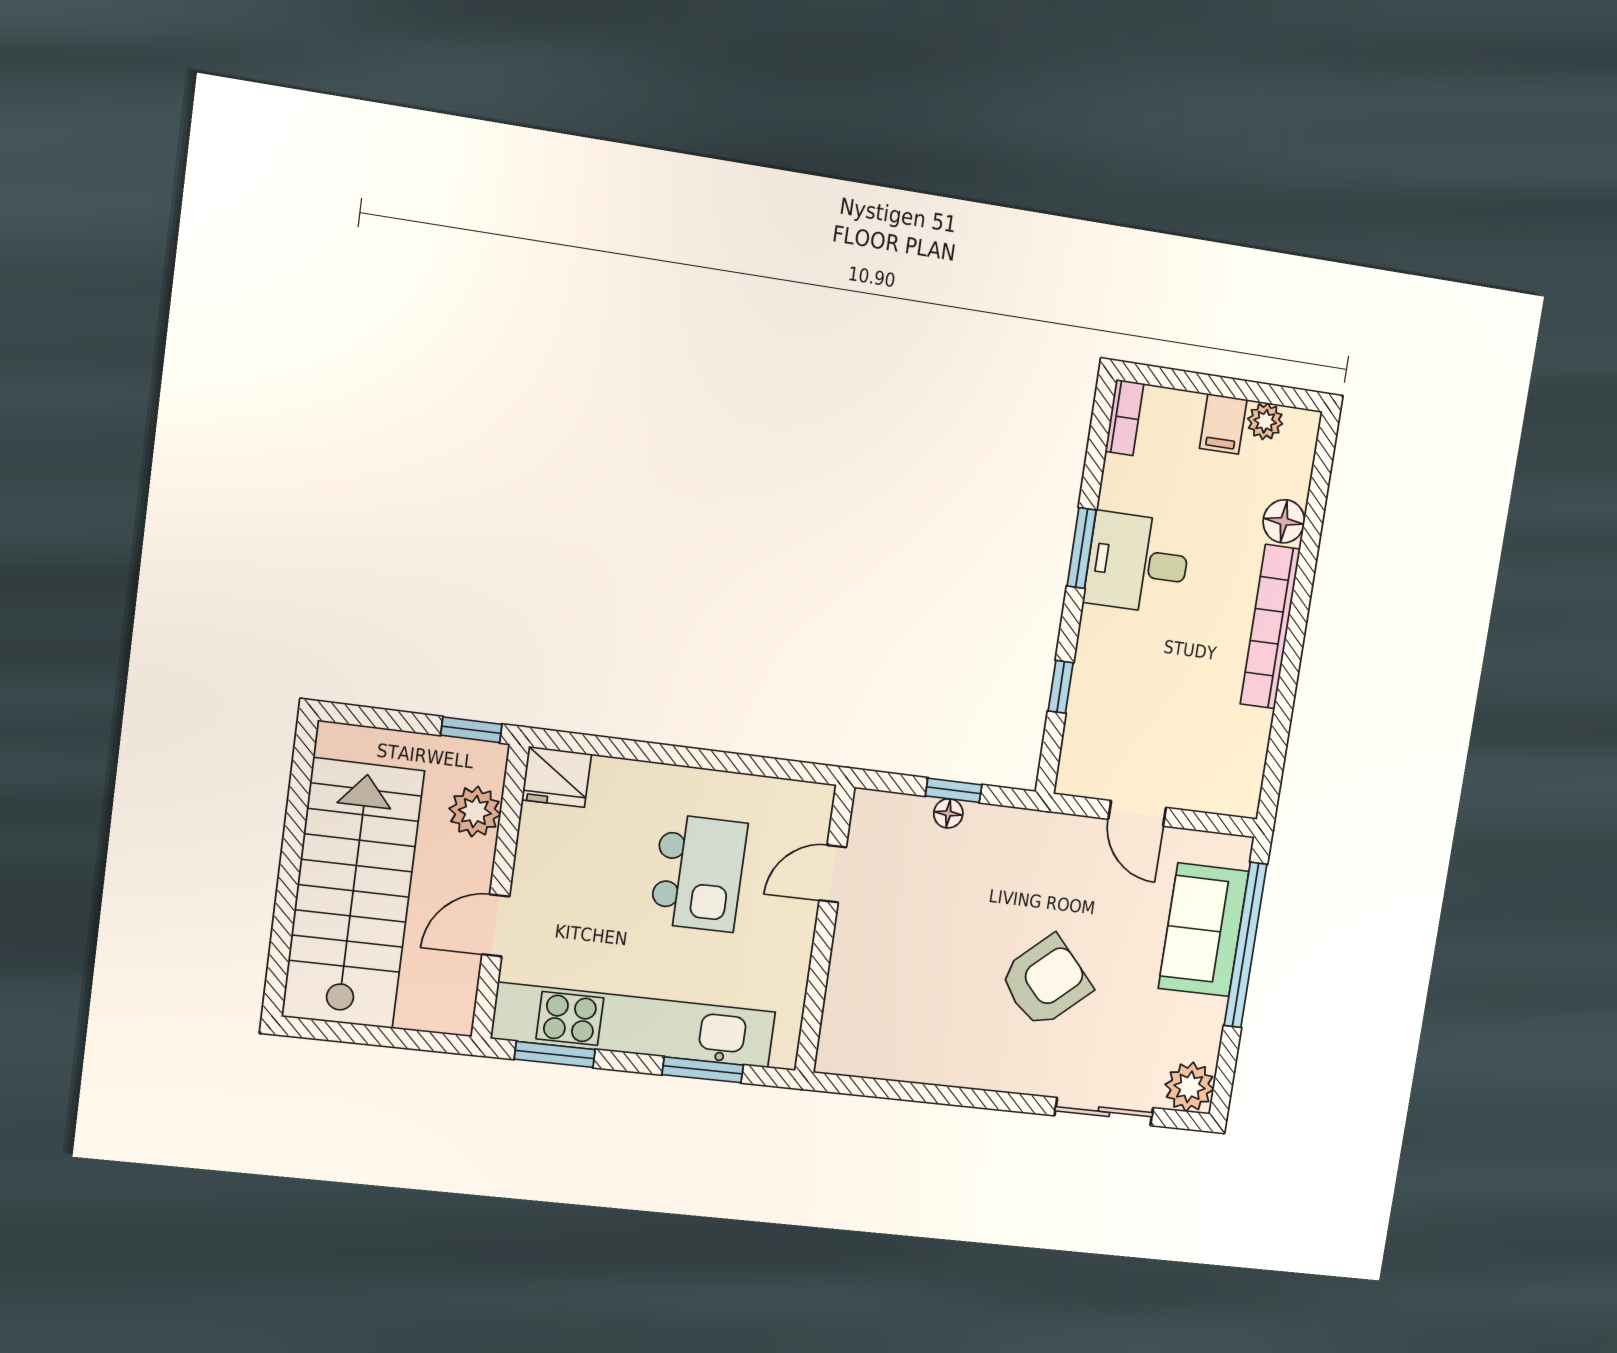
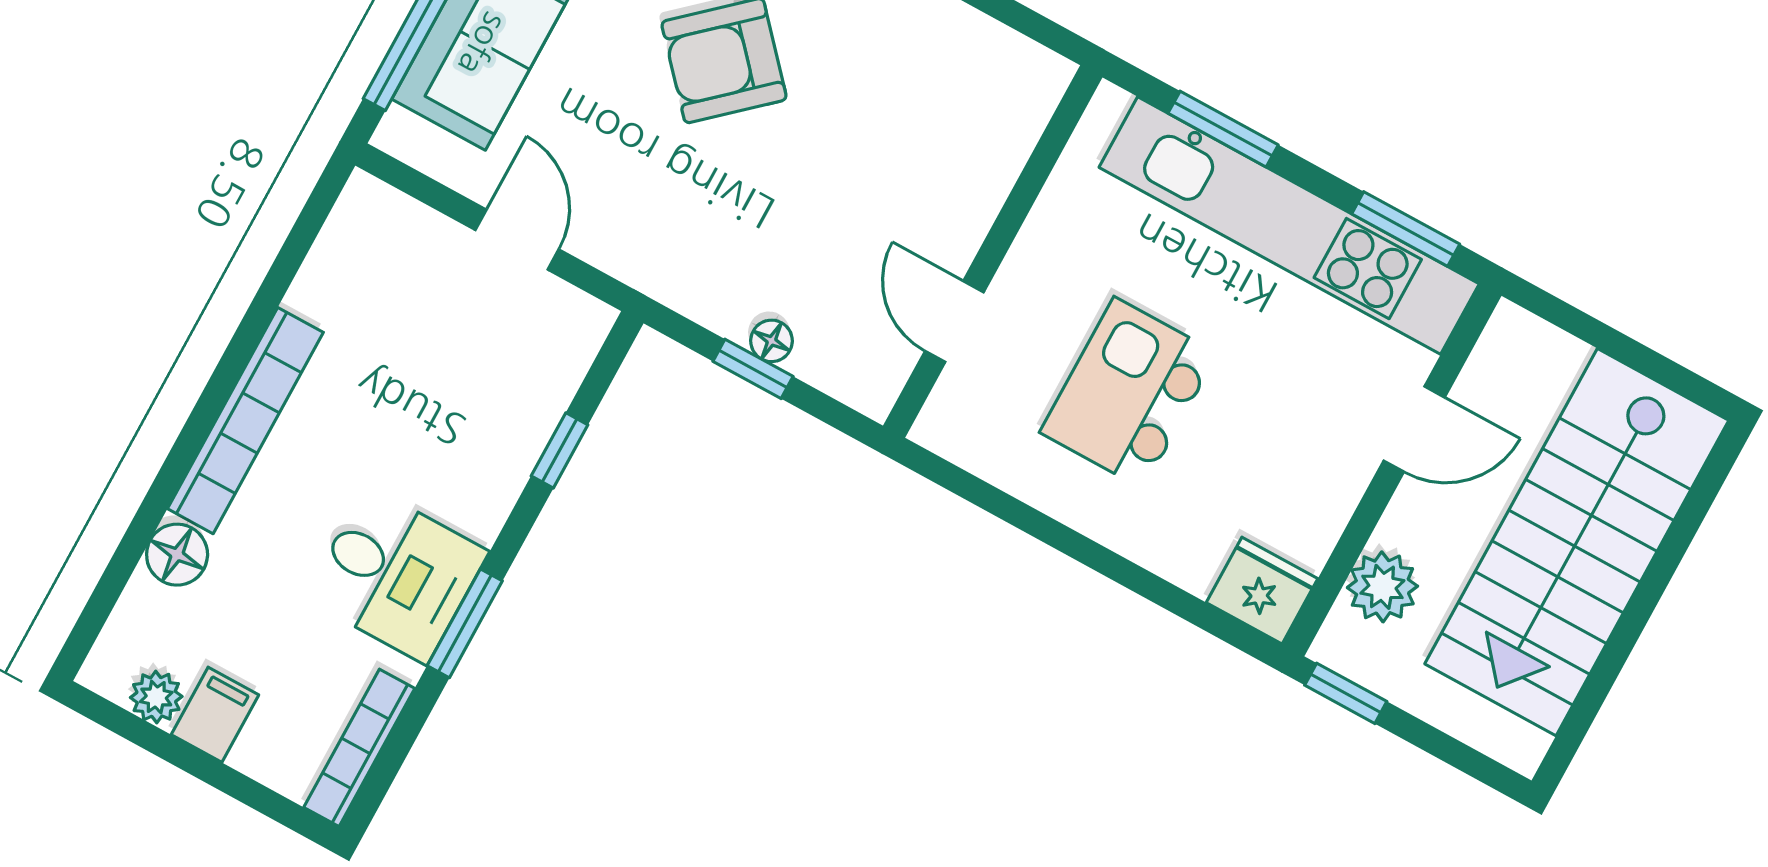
bookcase: (1125, 417) -> (359, 748), width x1.56
door: (833, 874) -> (954, 322), swing flipped

